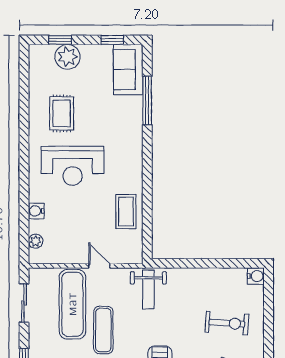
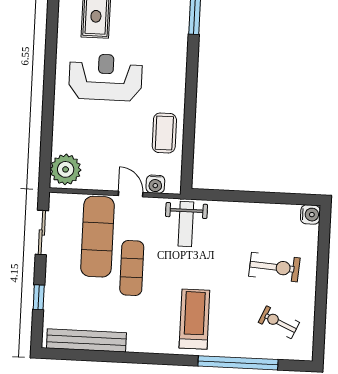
reception desk: (73, 166) -> (106, 77), turned 180
water cooler: (36, 211) -> (155, 184), moved, turned -90
plant: (36, 241) -> (66, 169), width x1.88, depth x1.88

